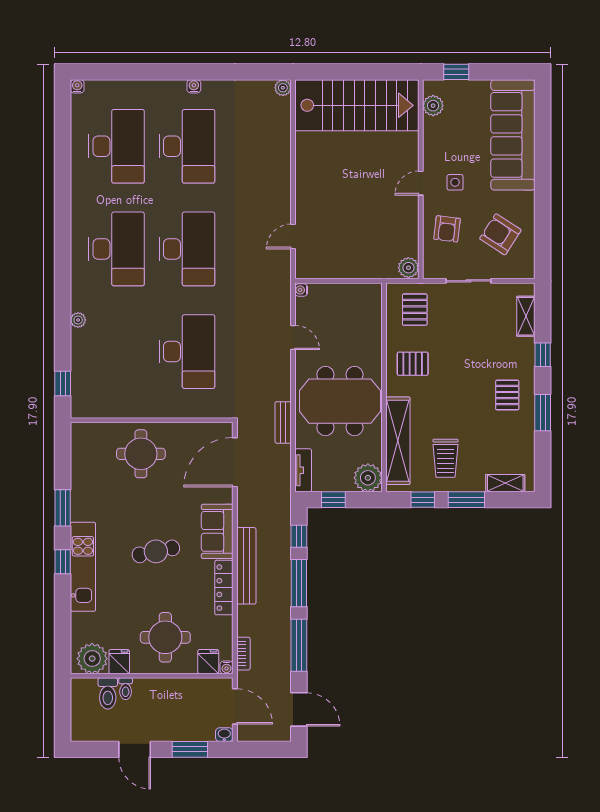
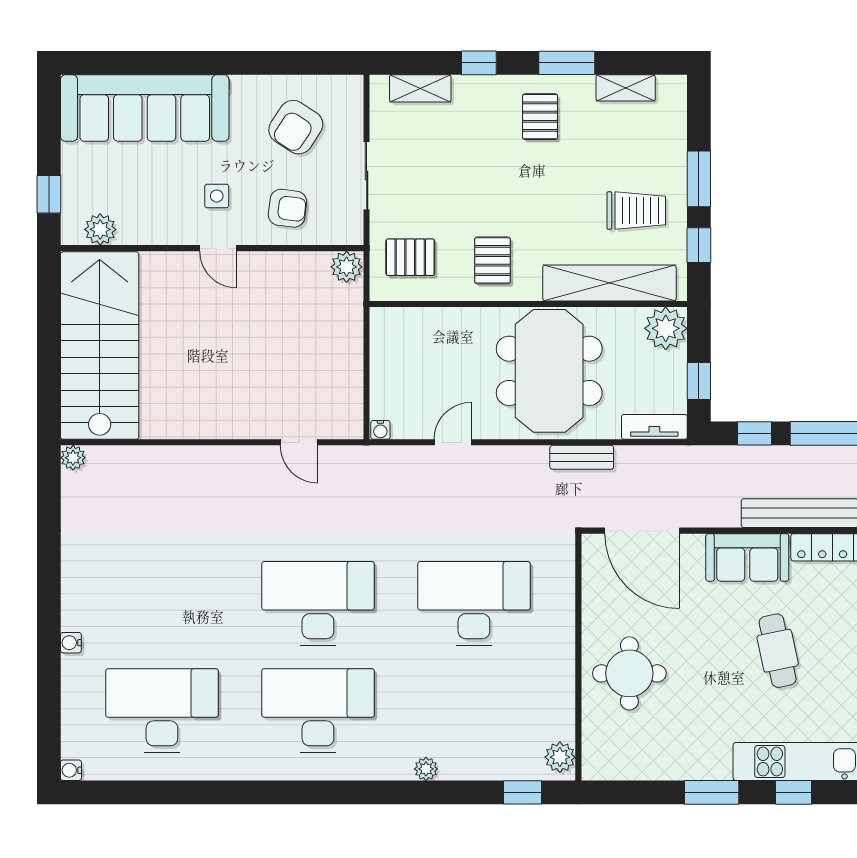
water cooler: (194, 86) -> (71, 643), moved
desk: (187, 146) -> (162, 604), removed
pallet: (507, 395) -> (540, 117), turned 90
plant: (86, 408) -> (560, 757), added
shelving: (505, 483) -> (626, 88), moved, turned 90

